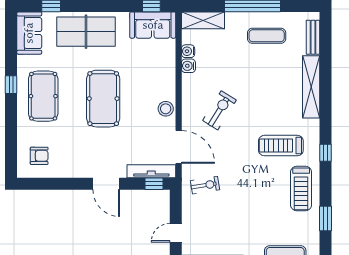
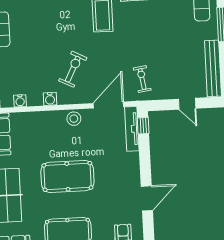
water cooler: (188, 66) -> (50, 99), moved
exercise bike: (219, 110) -> (73, 69), turned 85
door: (106, 184) -> (147, 198), moved

